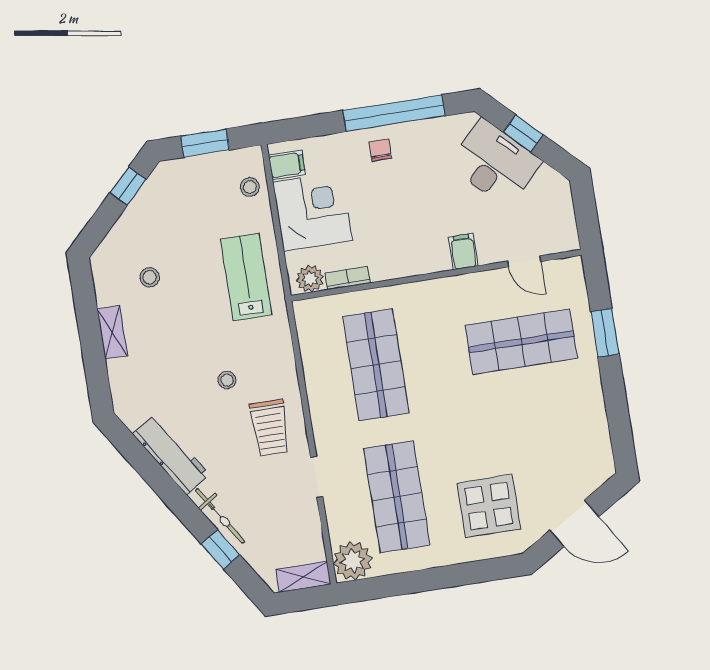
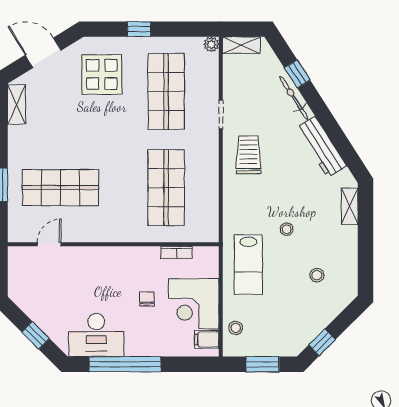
chair: (380, 150) -> (147, 299), moved, turned 180
desk: (495, 163) -> (96, 335), moved, turned -45
filing cabinet: (463, 252) -> (91, 258), removed
door: (524, 261) -> (49, 244), hinge flipped
plant: (310, 279) -> (203, 256), removed
shelving: (112, 332) -> (350, 206), moved
stool: (227, 380) -> (287, 229), moved
shelving: (600, 446) -> (17, 104), added
plant: (353, 561) -> (211, 44), width x0.53, depth x0.53
window: (448, 577) -> (139, 29), added

